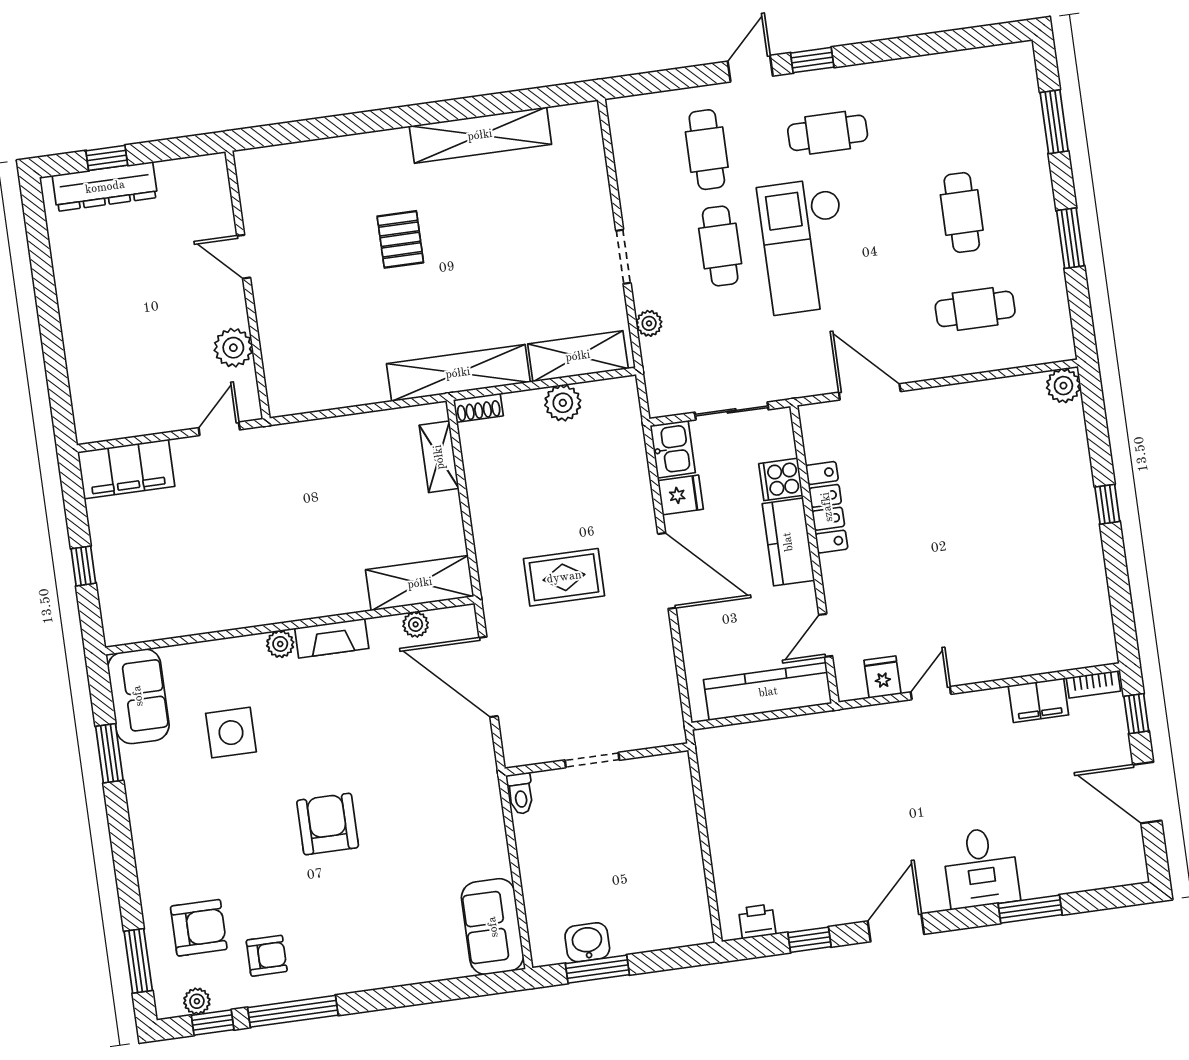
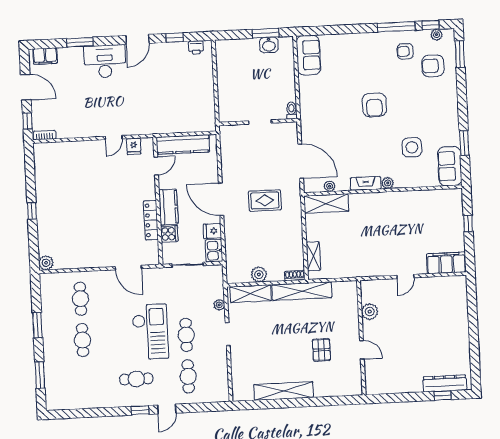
door: (244, 257) -> (362, 350), moved
wall: (248, 285) -> (361, 338), moved
cafe table: (975, 309) -> (80, 299), turned 90
plant: (233, 348) -> (370, 312), moved
filing cabinet: (1038, 700) -> (45, 56), moved, turned 180
desk: (981, 868) -> (105, 61), width x1.37

